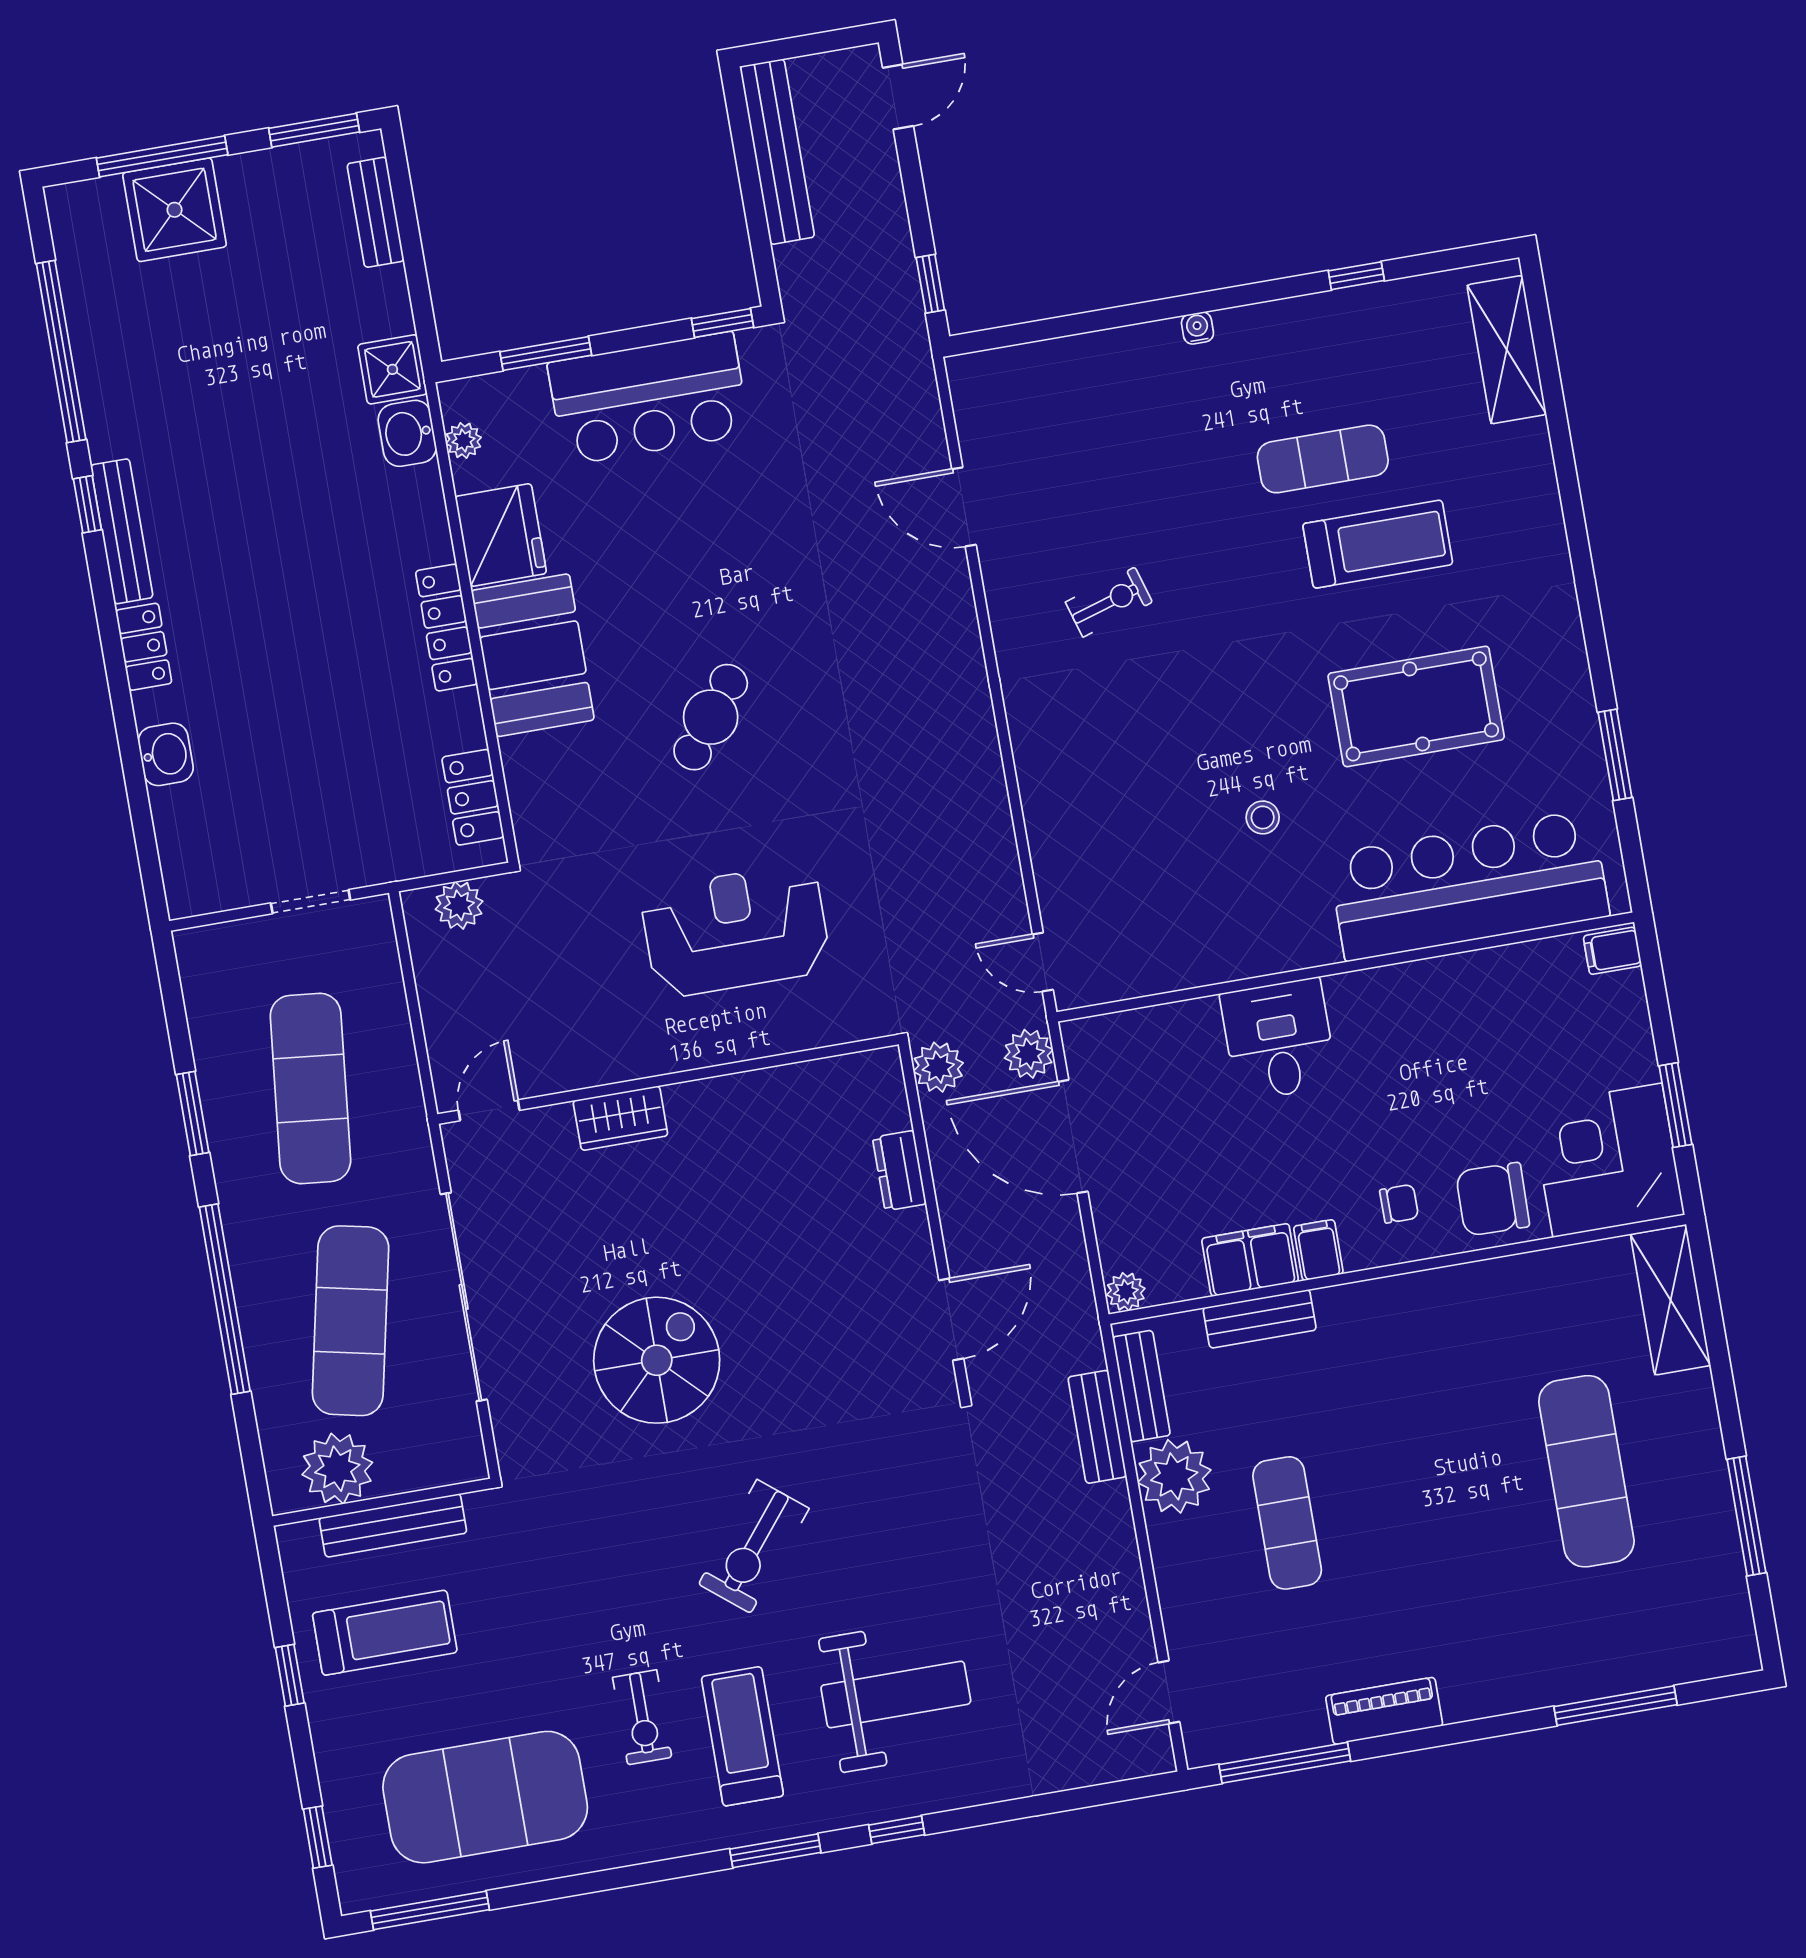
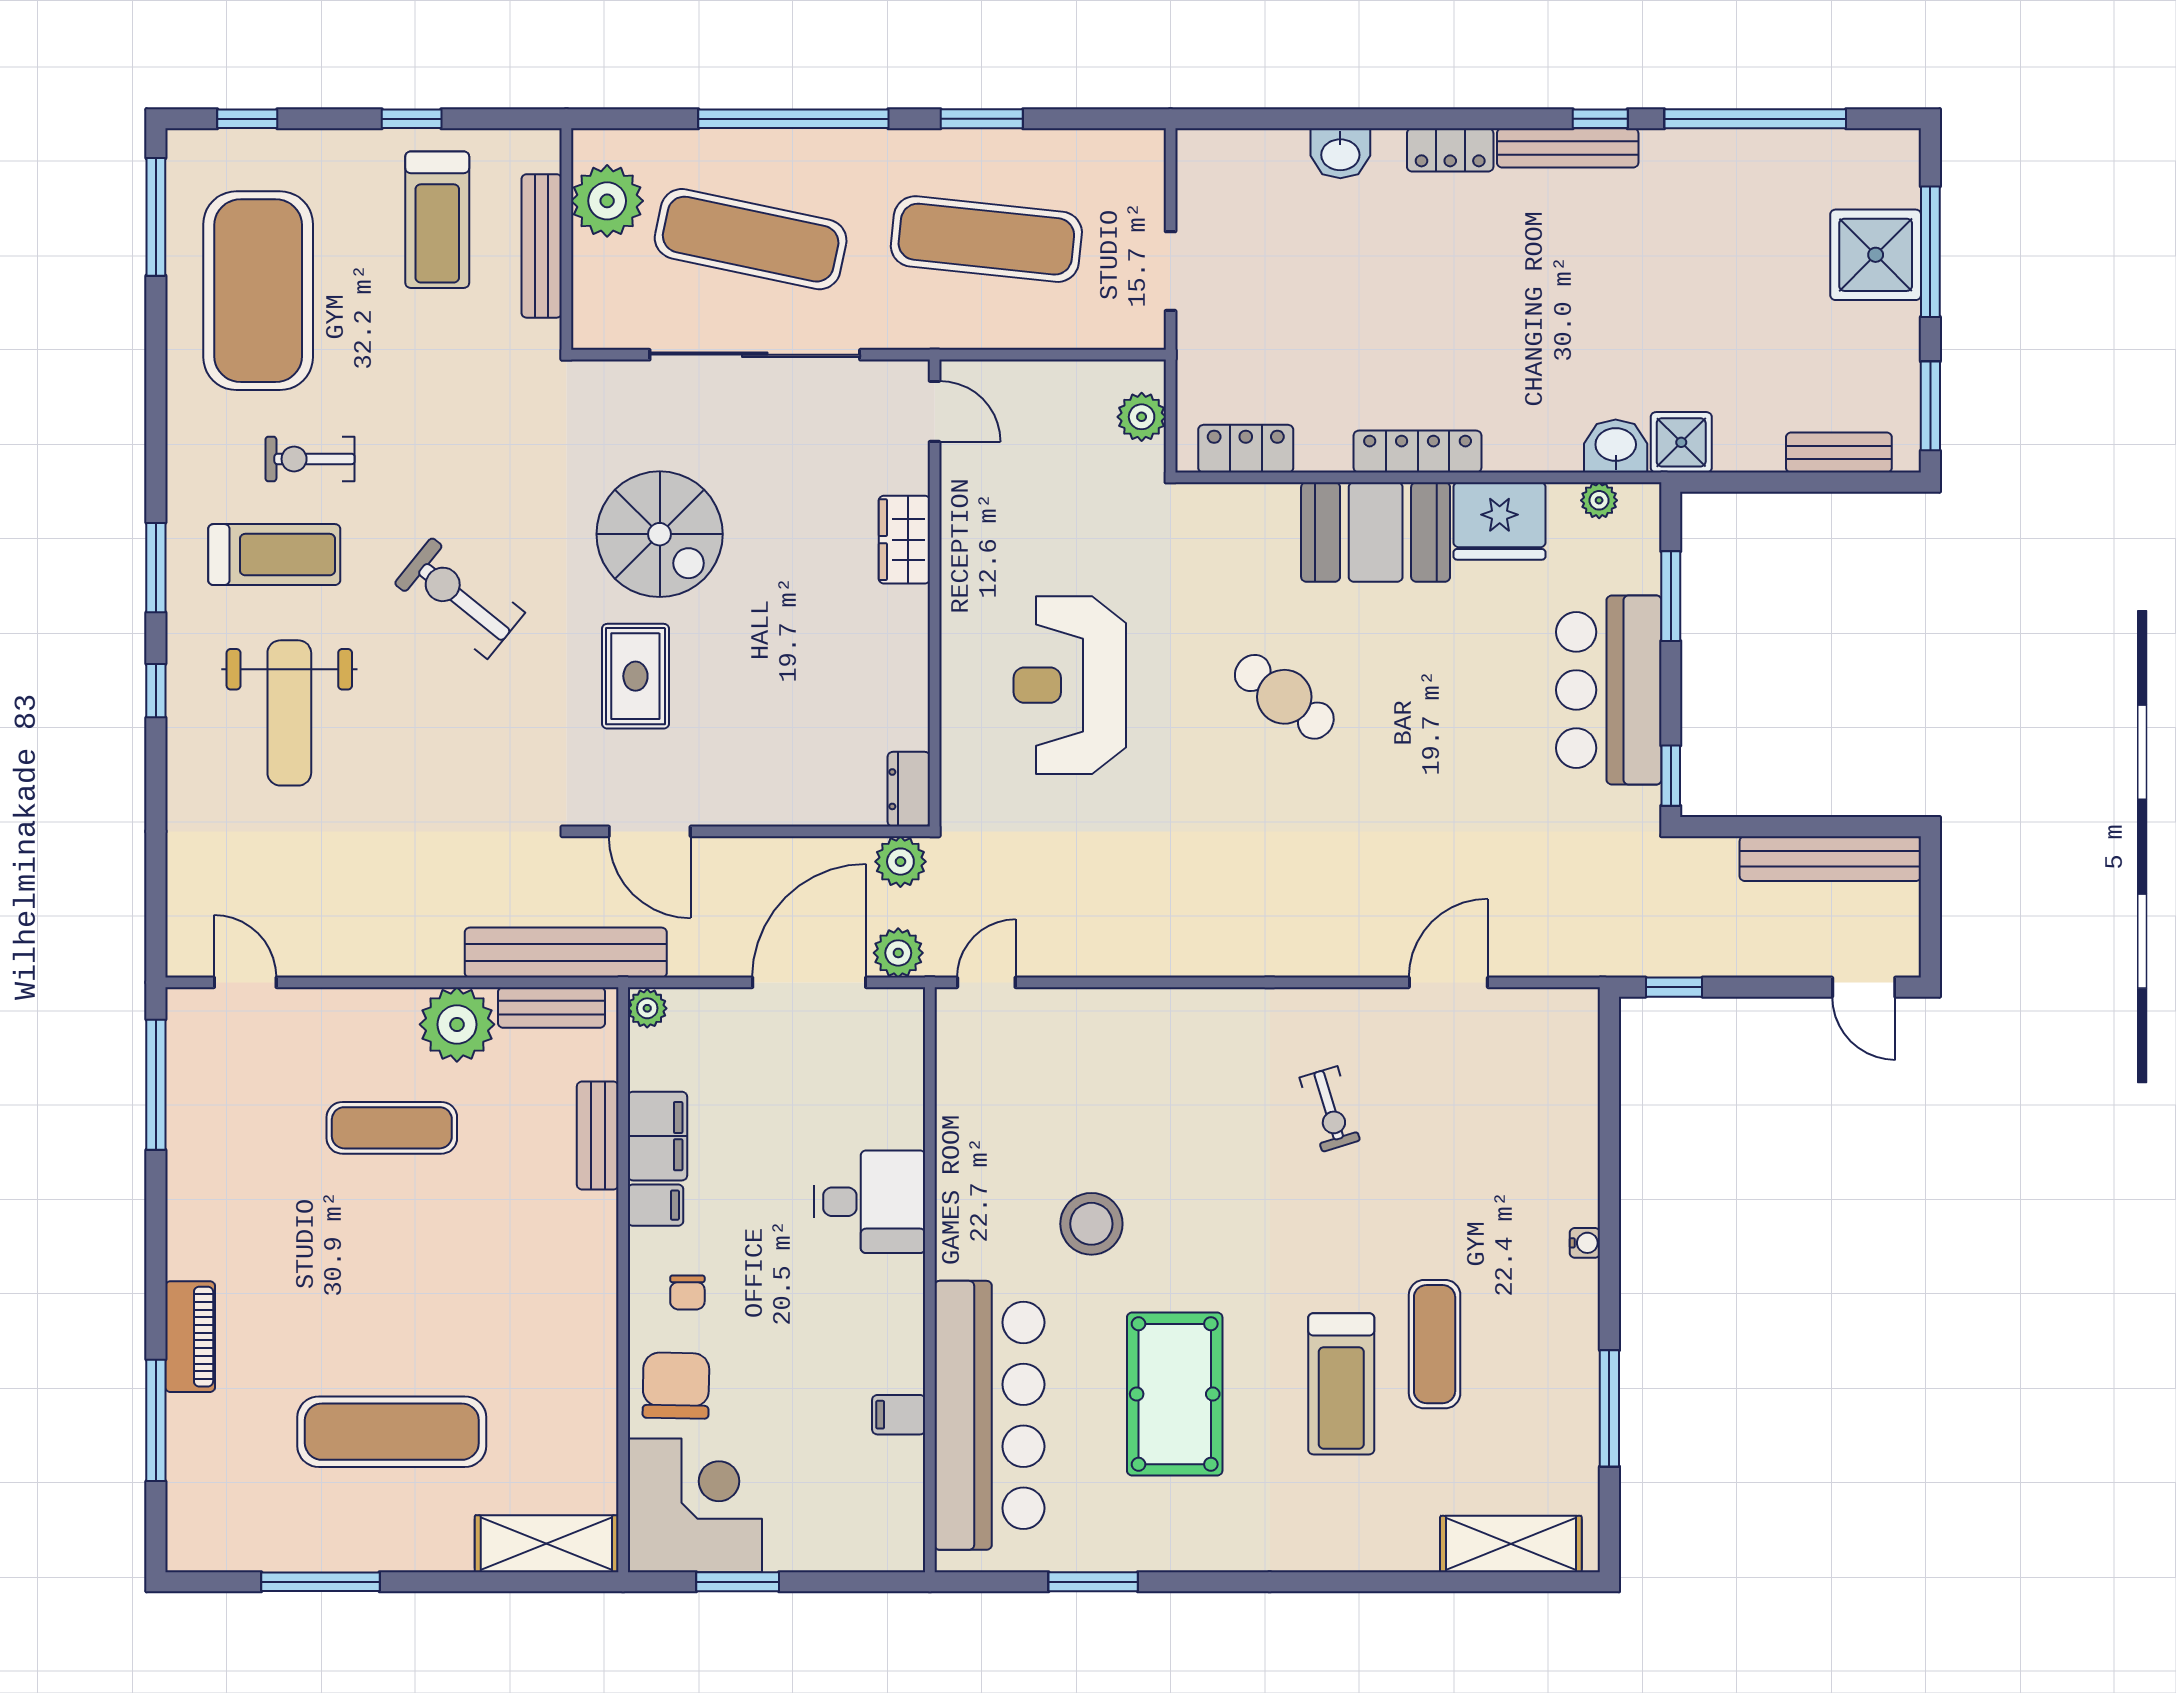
window: (1356, 276) -> (1609, 1408), width x2.17
stool: (1263, 817) -> (1091, 1224), width x1.89, depth x1.89
reception desk: (736, 930) -> (1070, 685), turned 180
filing cabinet: (1612, 951) -> (899, 1415), moved, turned -90
dresser: (899, 1171) -> (909, 789), moved, turned -90
rug: (801, 1360) -> (635, 676), added
bench: (1097, 1427) -> (566, 953), width x1.86, depth x1.21
piano: (1384, 1711) -> (190, 1337), moved

